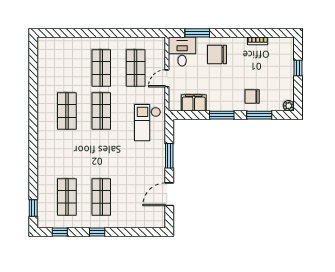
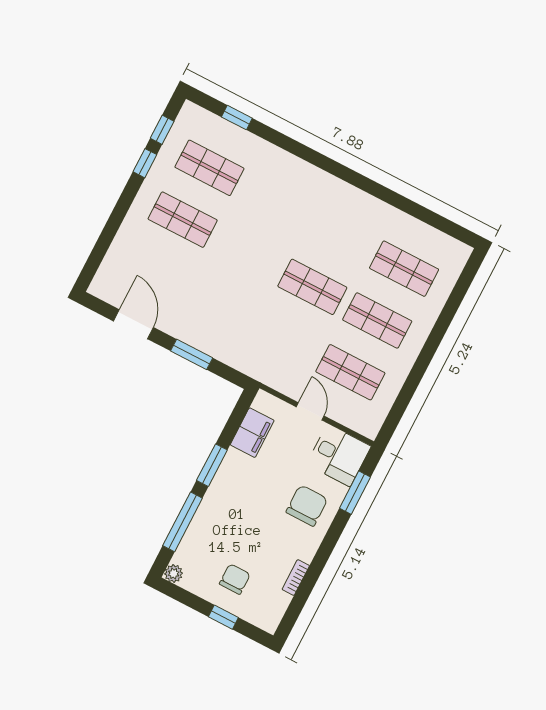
chair: (252, 97) -> (235, 579), moved
shop shelf: (67, 111) -> (404, 269), moved
window: (259, 115) -> (183, 522), width x1.44
checkout: (148, 123) -> (259, 348), removed
window: (33, 208) -> (237, 118), moved
window: (97, 232) -> (145, 163), moved

